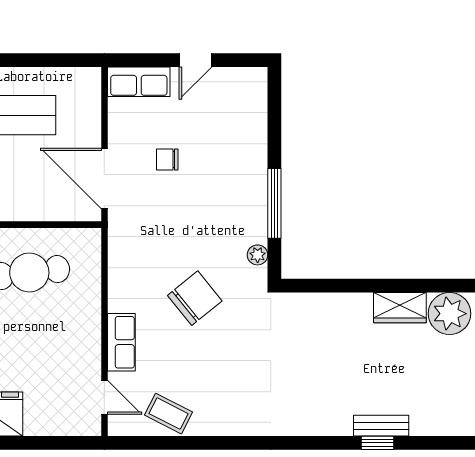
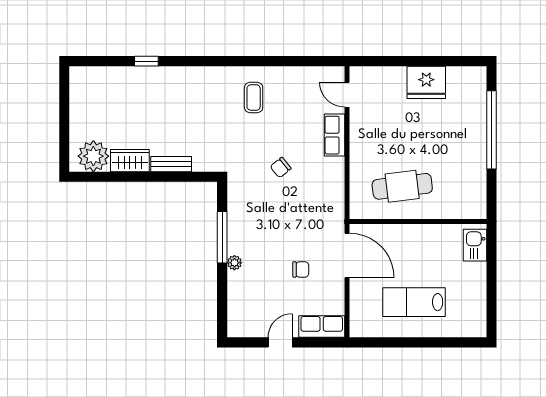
plant: (258, 255) -> (234, 263), moved
chair: (195, 298) -> (281, 168), width x0.54, depth x0.54
coffee table: (169, 414) -> (254, 98), moved, turned 63
bench: (381, 426) -> (171, 164), moved

